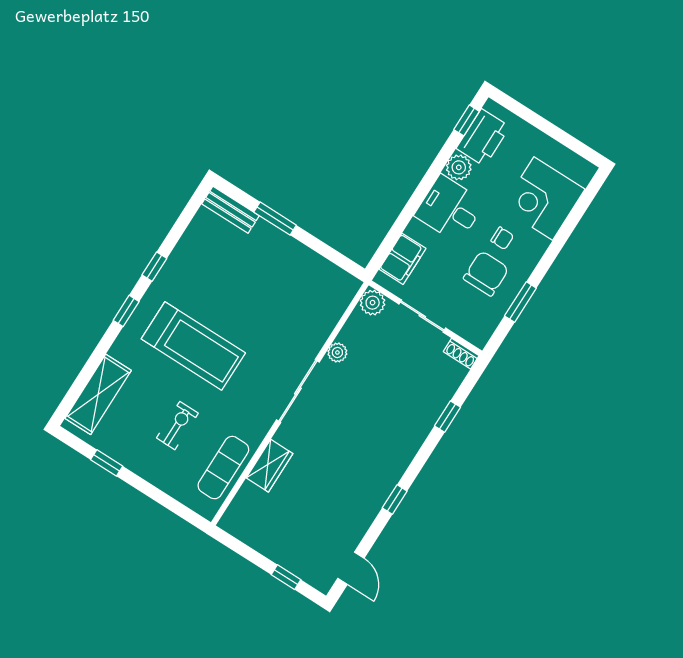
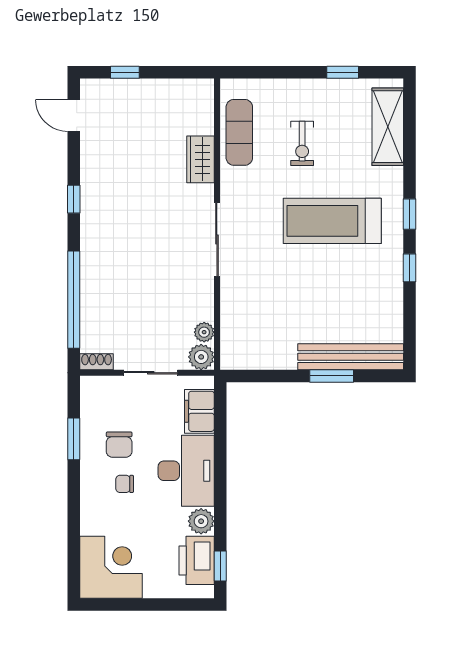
corner desk: (543, 199) -> (111, 567), moved
desk: (450, 209) -> (186, 471), width x1.37
bench: (230, 210) -> (351, 357), width x1.86, depth x1.21
chair: (486, 273) -> (119, 445), width x0.73, depth x0.73
plant: (337, 352) -> (204, 332), moved
window: (447, 417) -> (74, 300), width x3.17

